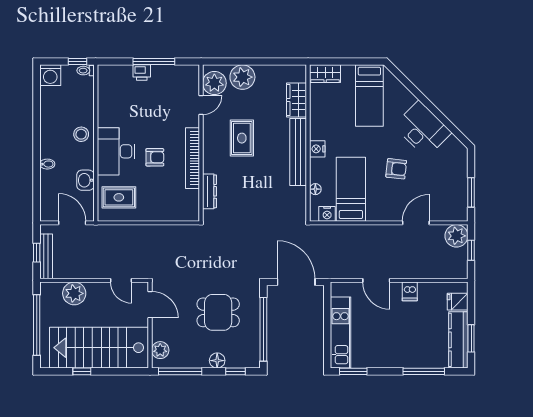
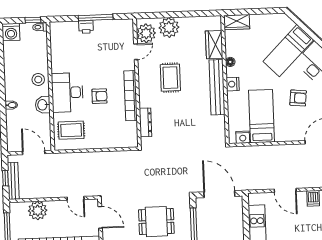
bed: (369, 96) -> (288, 50), moved, turned 45
washbasin: (85, 180) -> (43, 105), moved
floor lamp: (315, 189) -> (230, 62), moved

